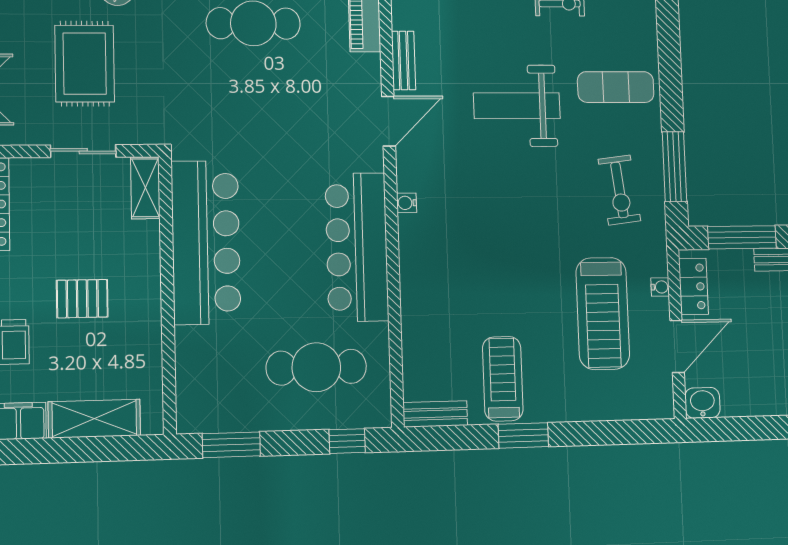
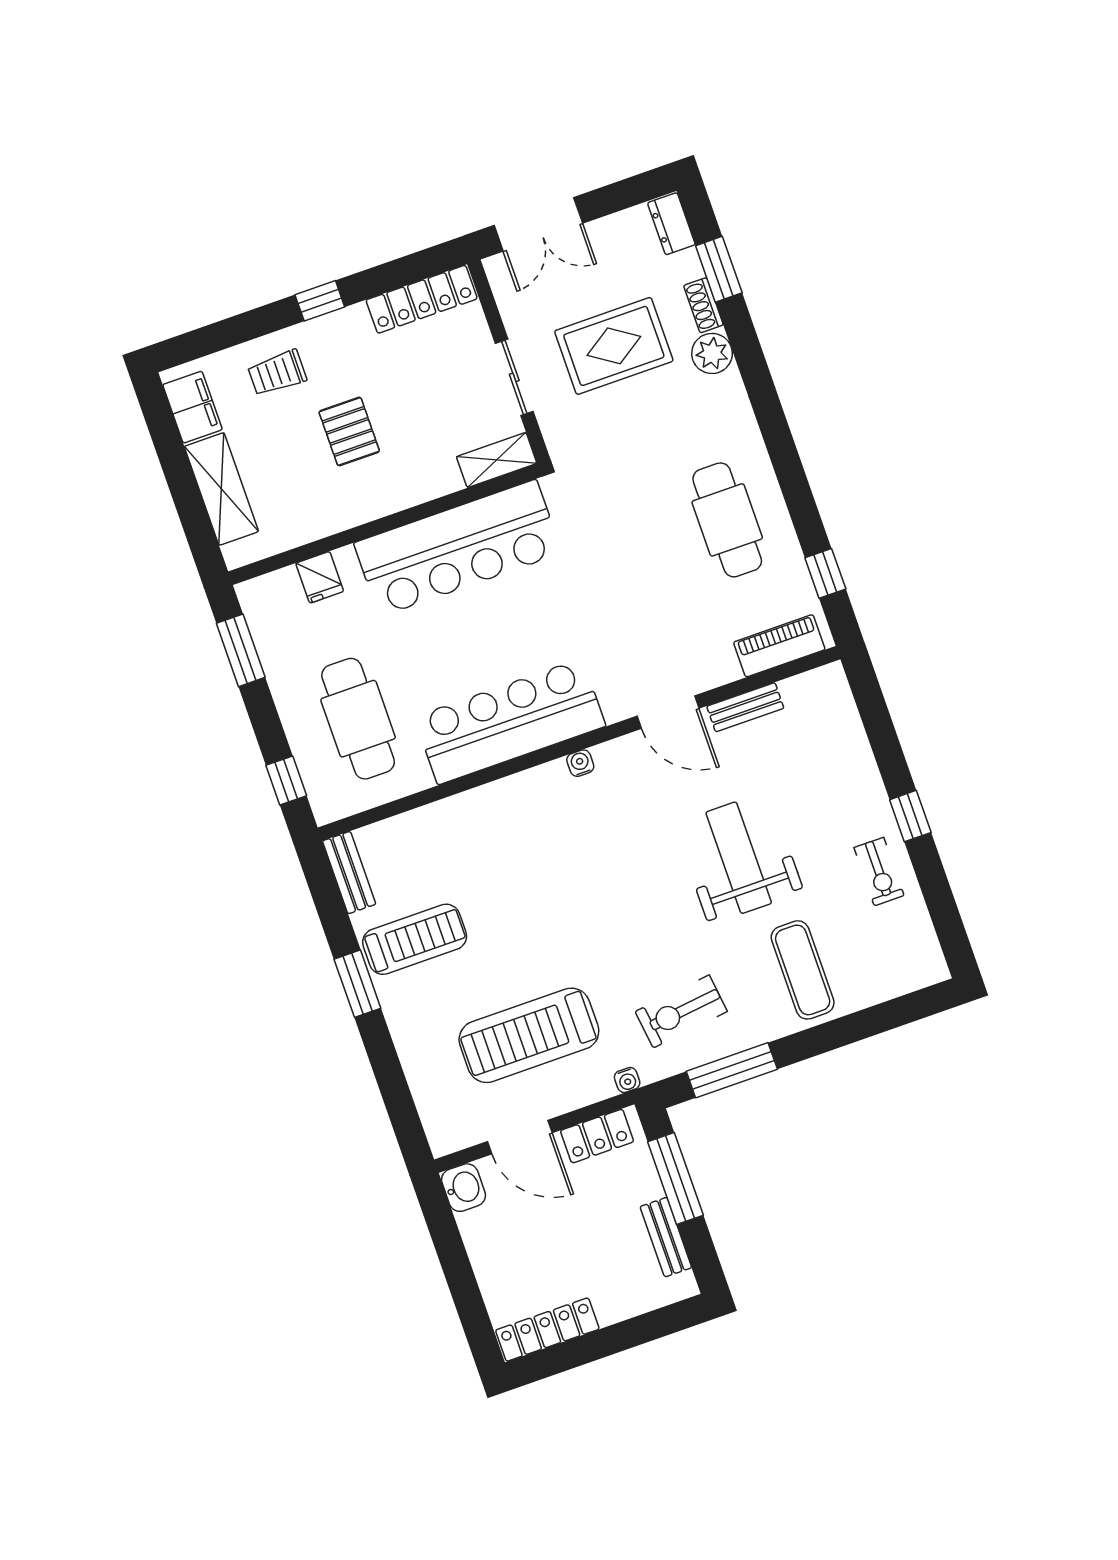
water cooler: (660, 287) -> (627, 1080), moved
fridge: (193, 361) -> (320, 577), added

